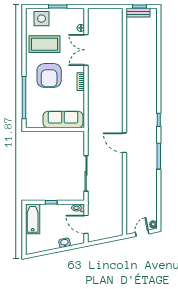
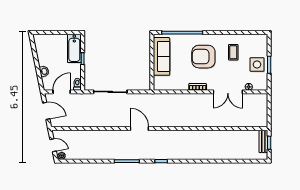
side table: (42, 19) -> (257, 64), moved
coffee table: (45, 44) -> (233, 52), width x0.54, depth x0.58
double door: (86, 50) -> (228, 92), swing flipped
sofa: (63, 120) -> (161, 56), moved
door: (125, 143) -> (139, 128), hinge flipped
bathtub: (33, 219) -> (74, 48), moved, turned 90
door: (106, 240) -> (46, 111), added

